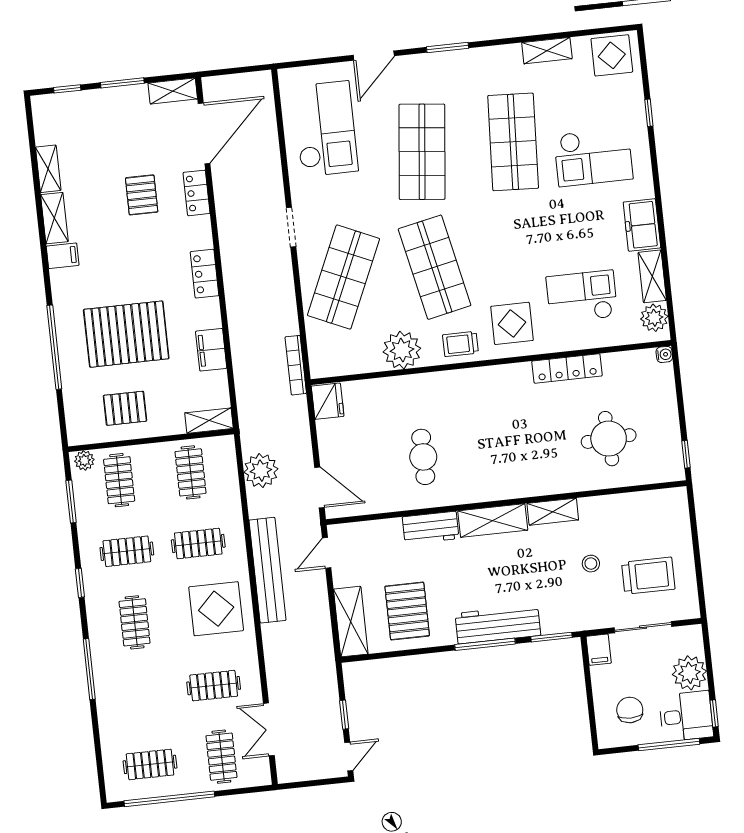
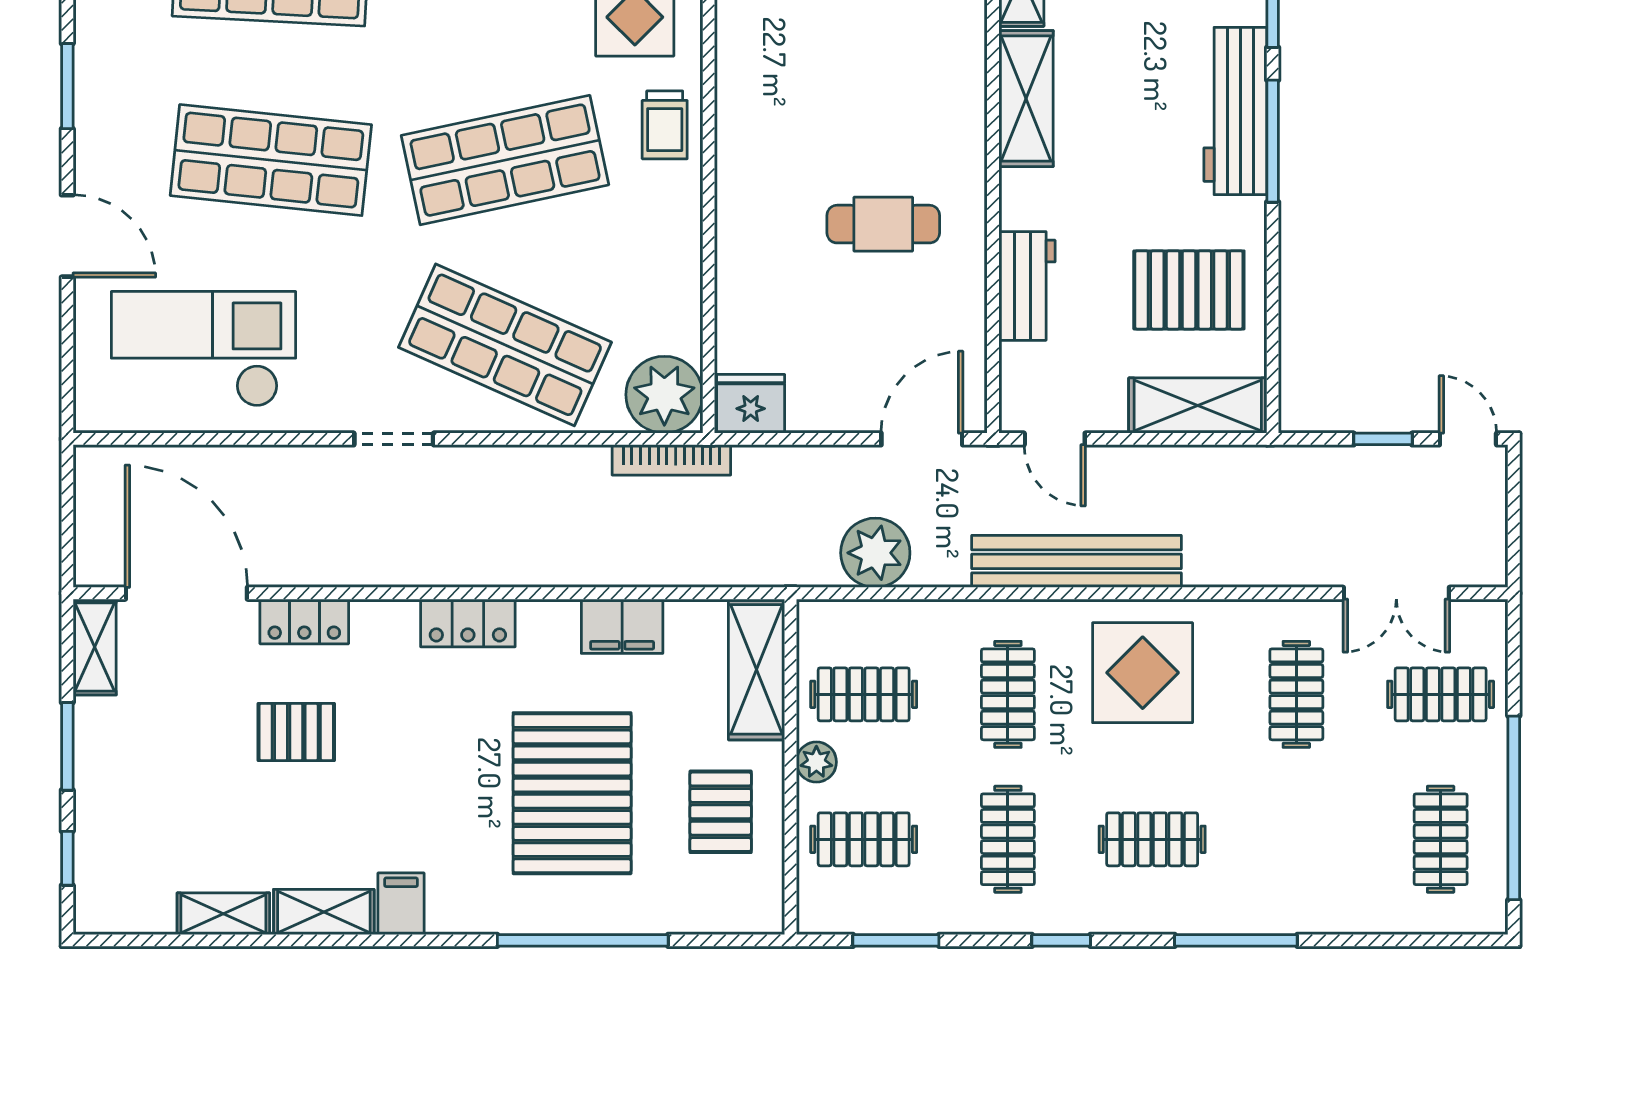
plant: (402, 350) -> (664, 395), moved
shelving: (209, 421) -> (757, 669), width x1.50, depth x1.33
plant: (84, 460) -> (816, 762), moved
workbench: (431, 528) -> (1027, 286), moved

